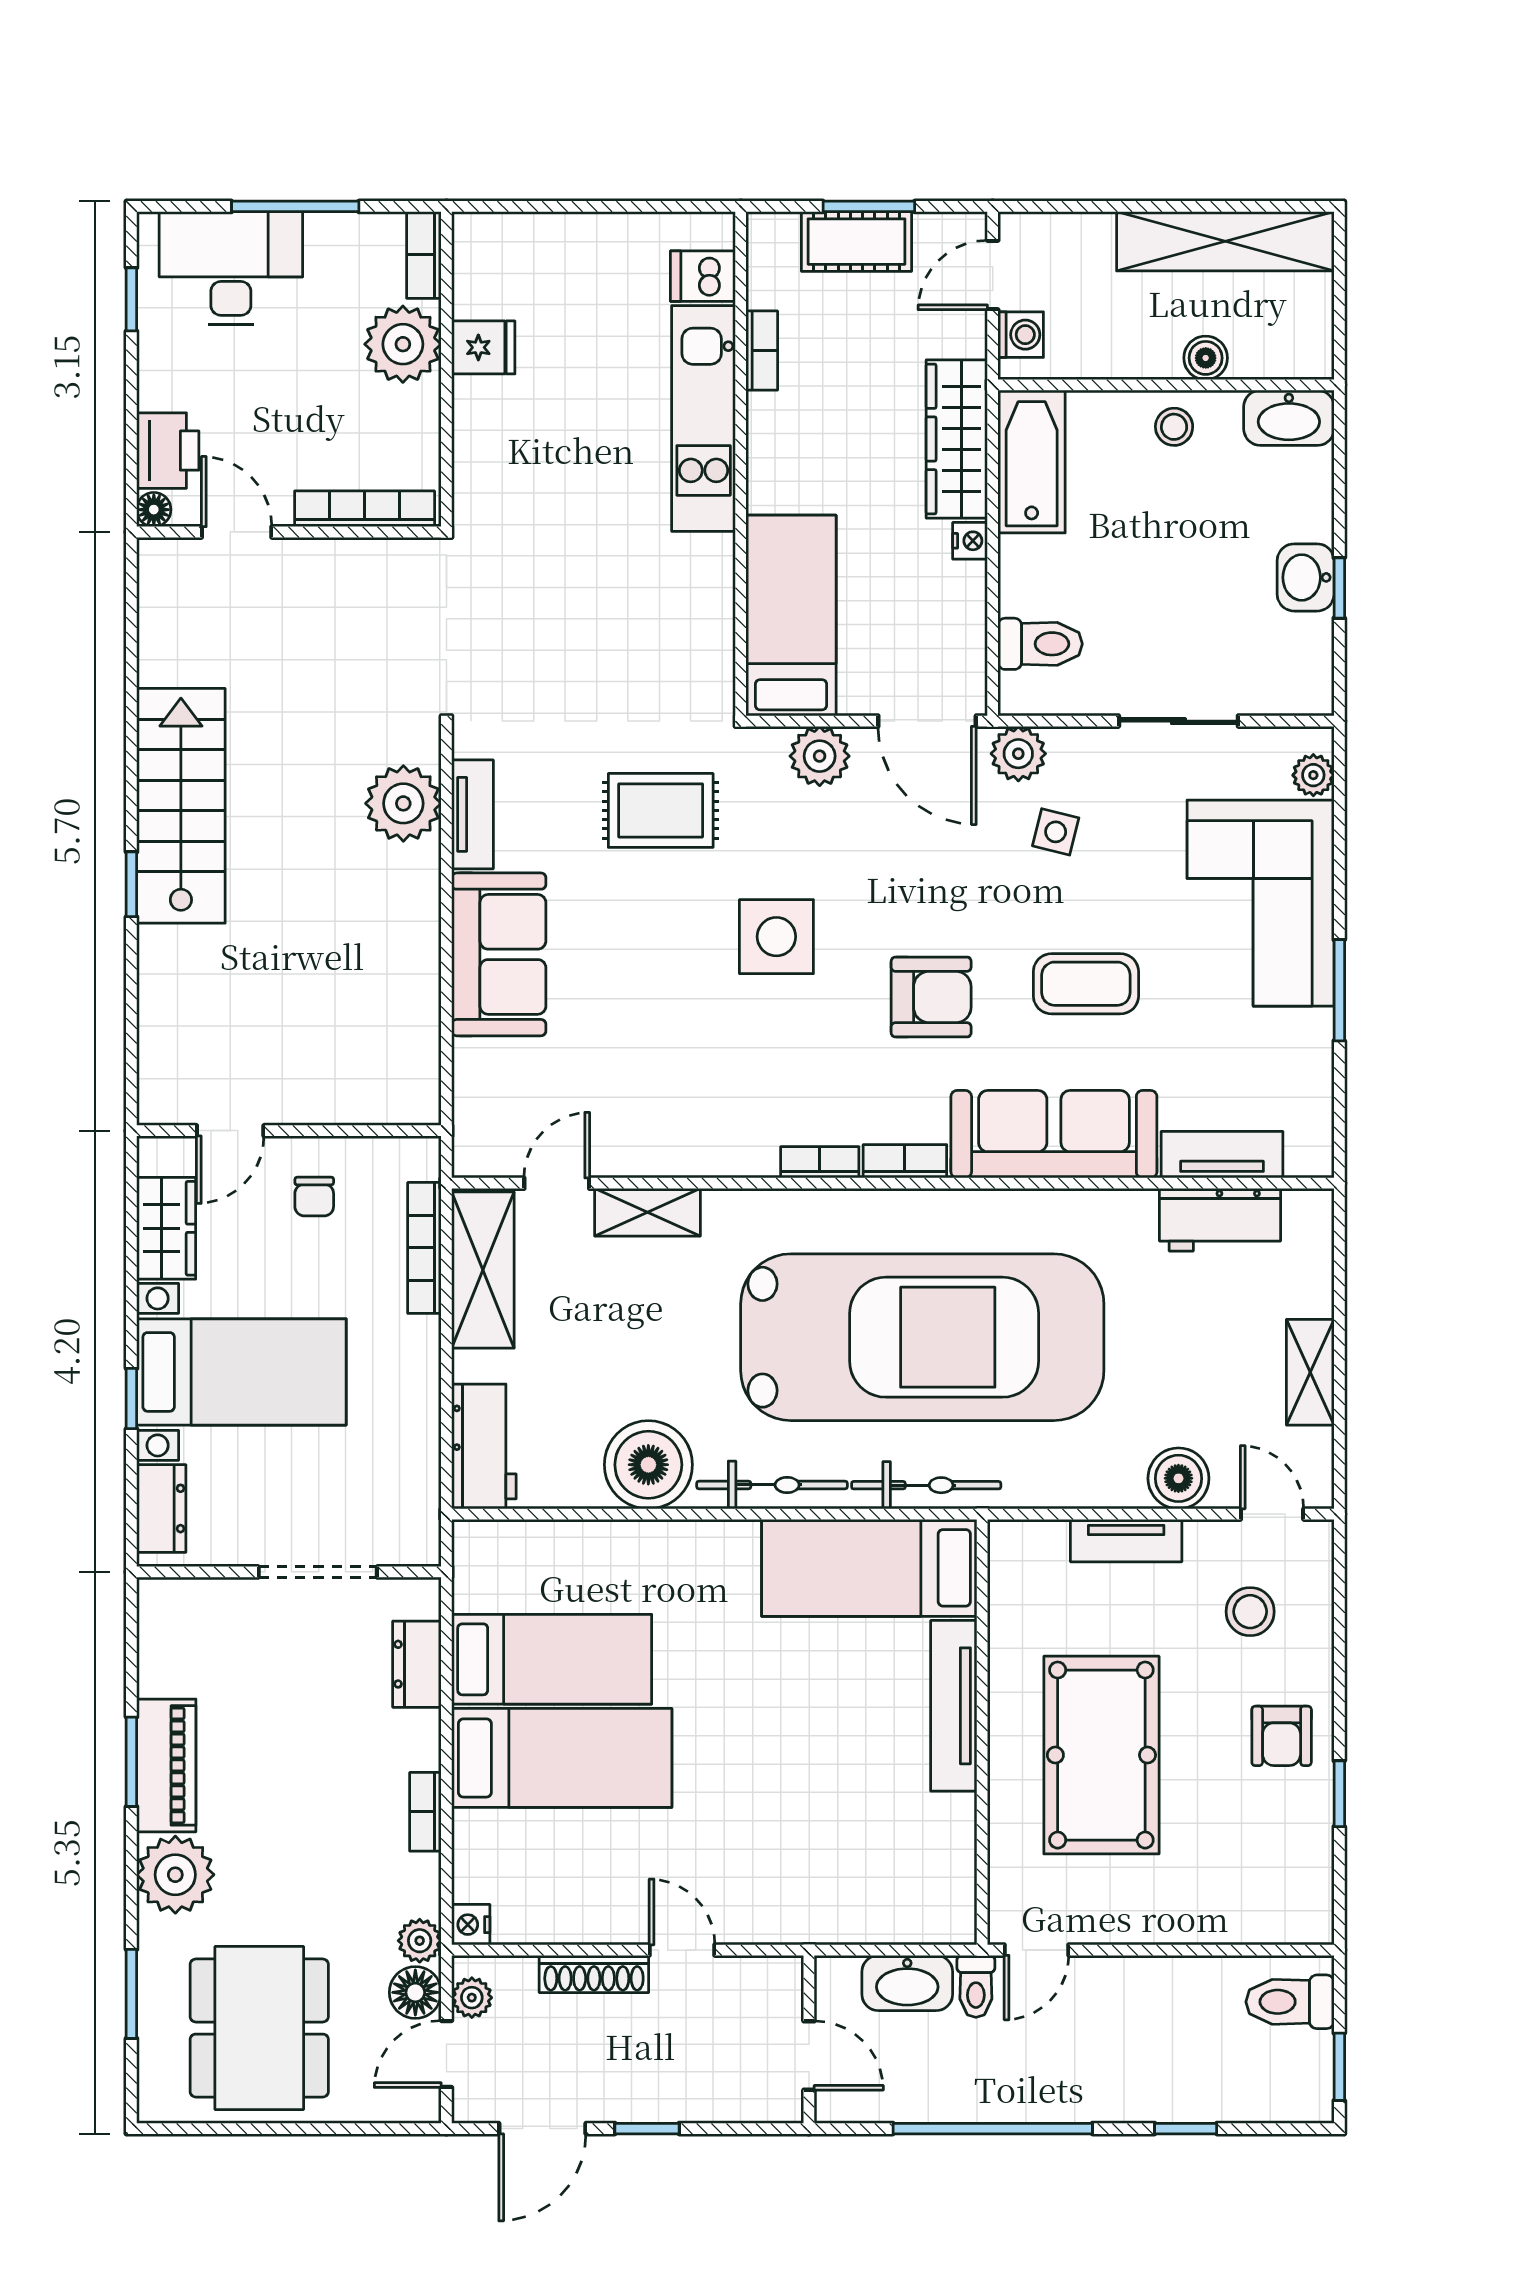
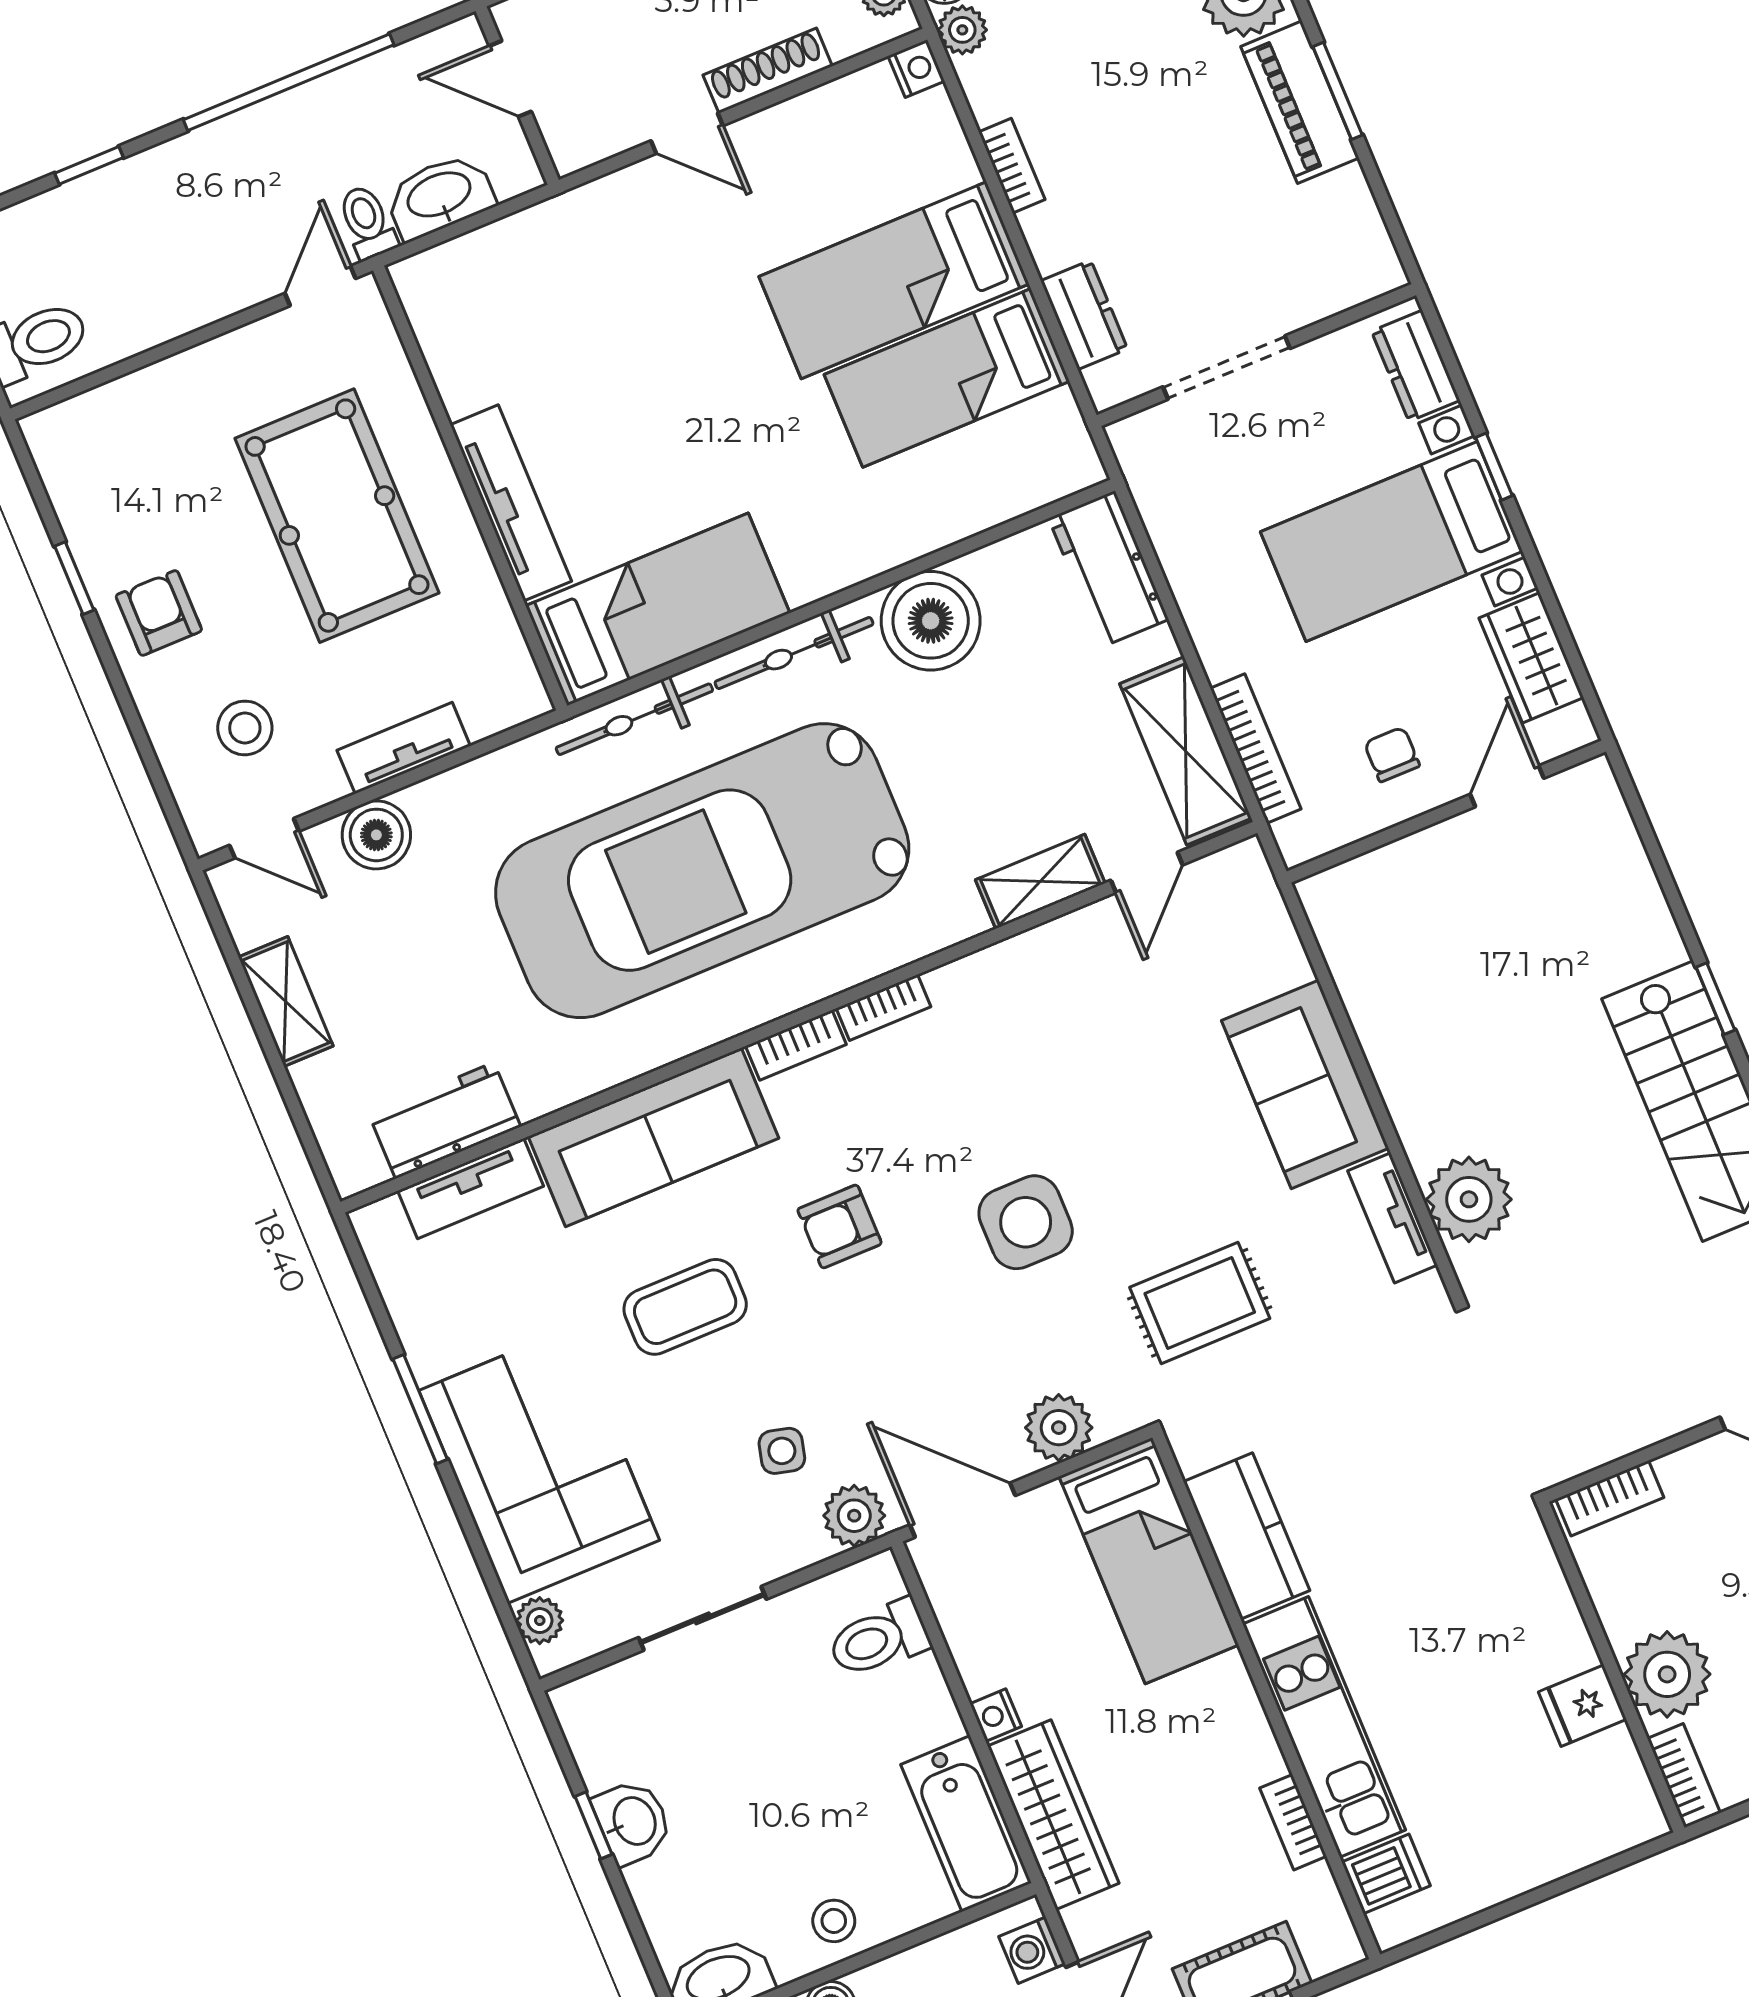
bookcase: (365, 509) -> (1610, 1498), width x0.64
kitchen counter: (702, 602) -> (1247, 1536), added
armchair: (931, 997) -> (840, 1226), width x0.72, depth x0.72

